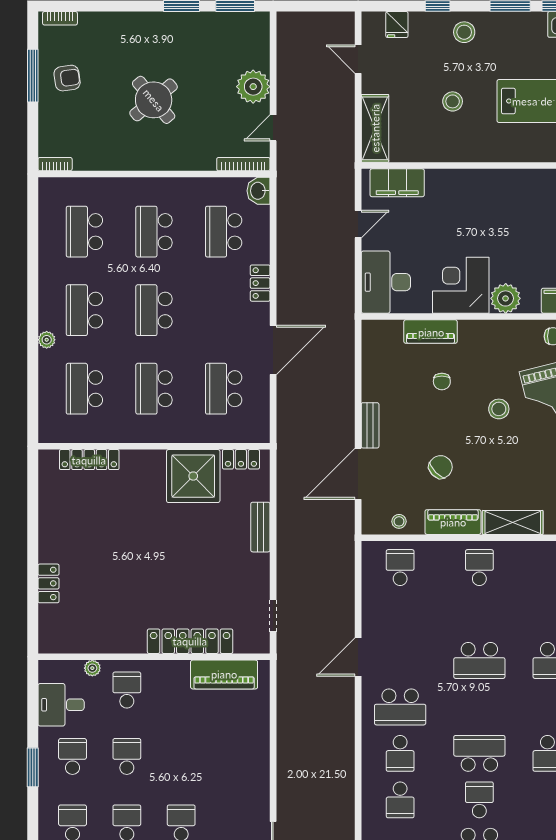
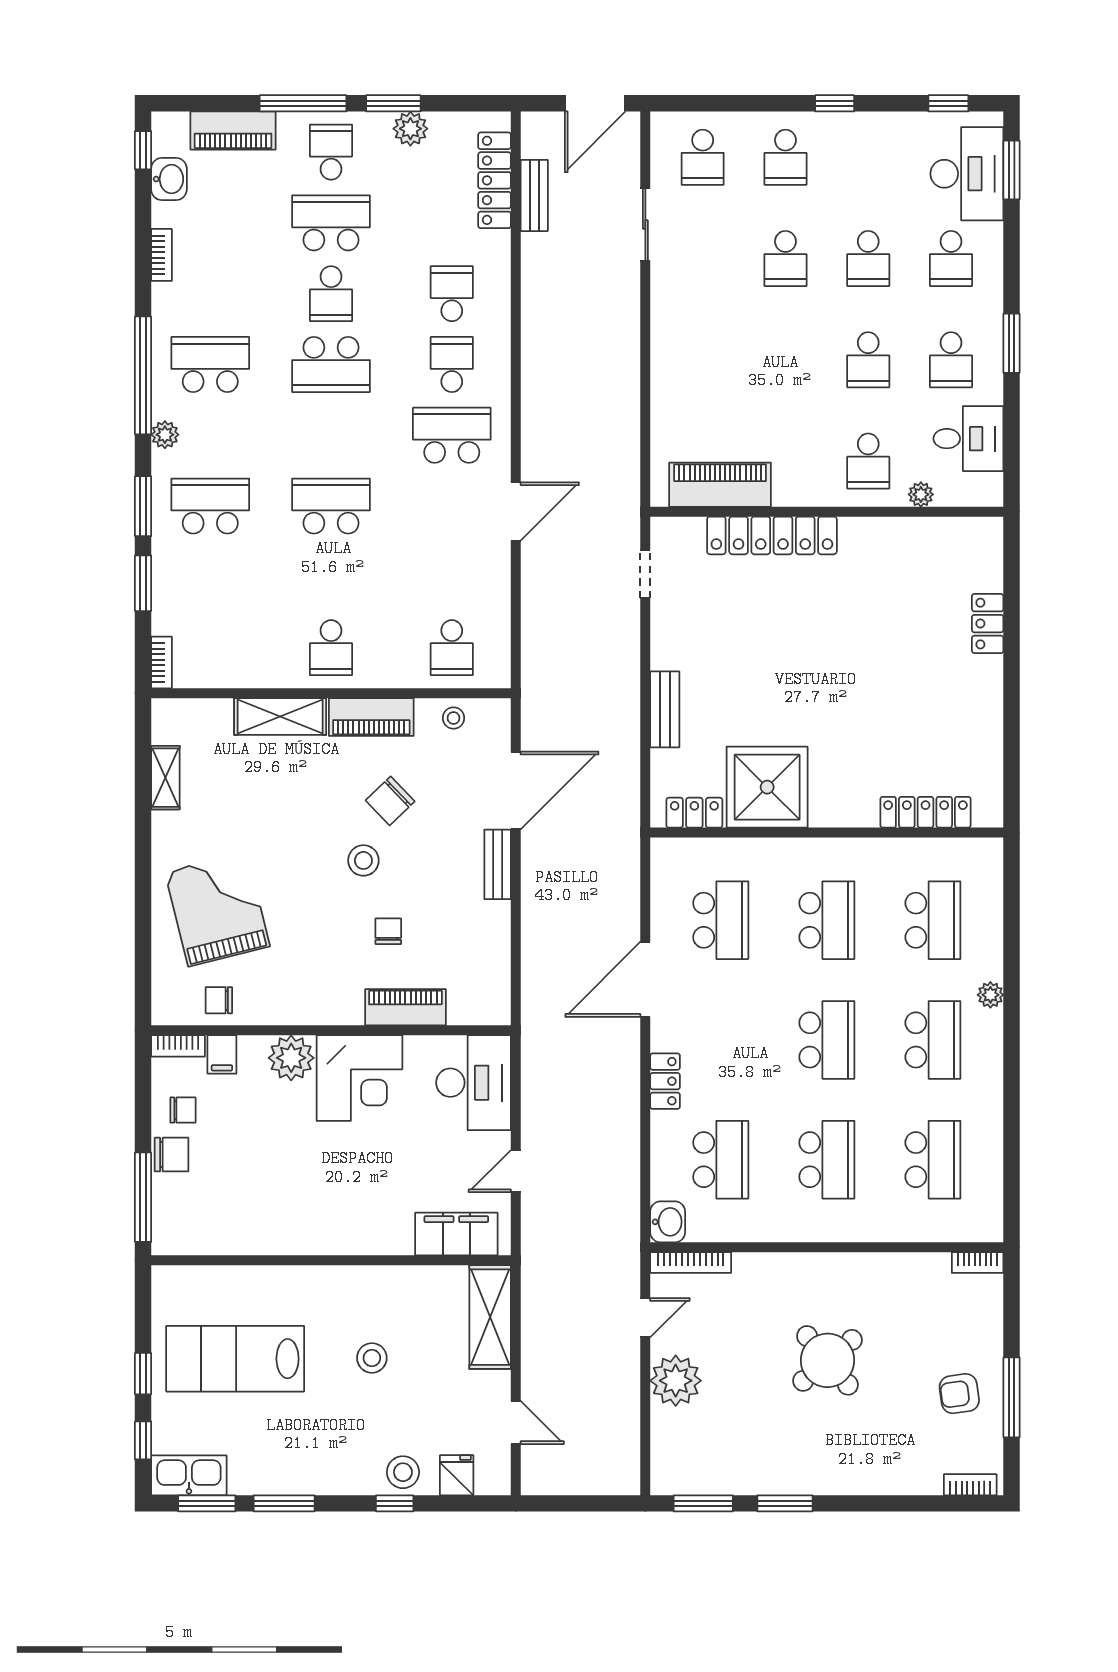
stool: (464, 32) -> (403, 1472), moved
stool: (499, 409) -> (363, 860), moved

